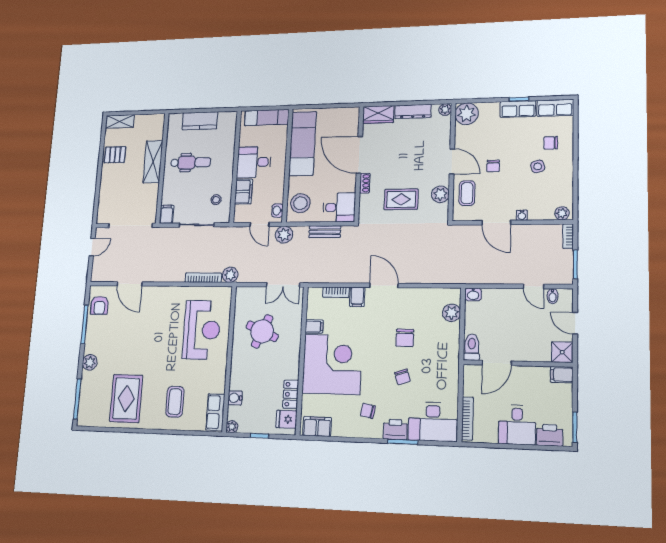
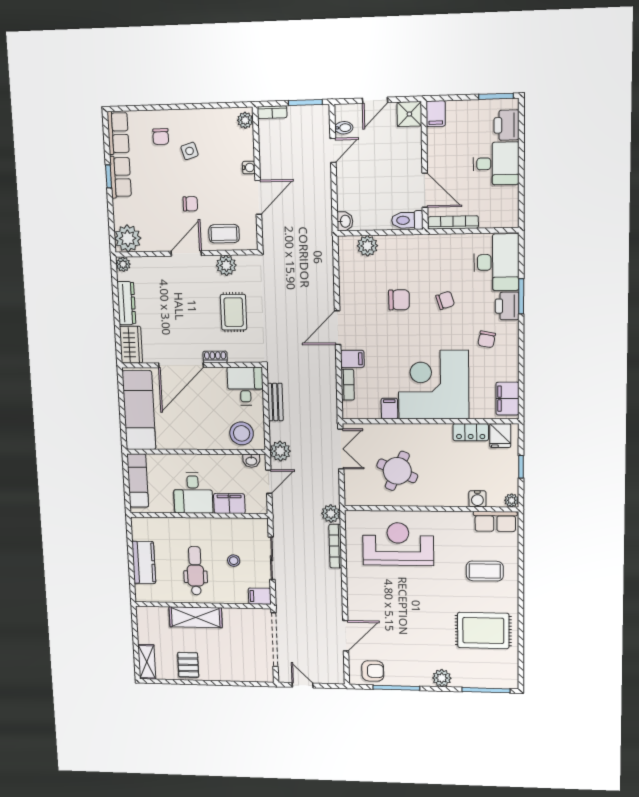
exam couch: (302, 143) -> (139, 410), moved, turned 90
stool: (216, 200) -> (234, 561), moved
bookcase: (467, 418) -> (453, 222), moved

